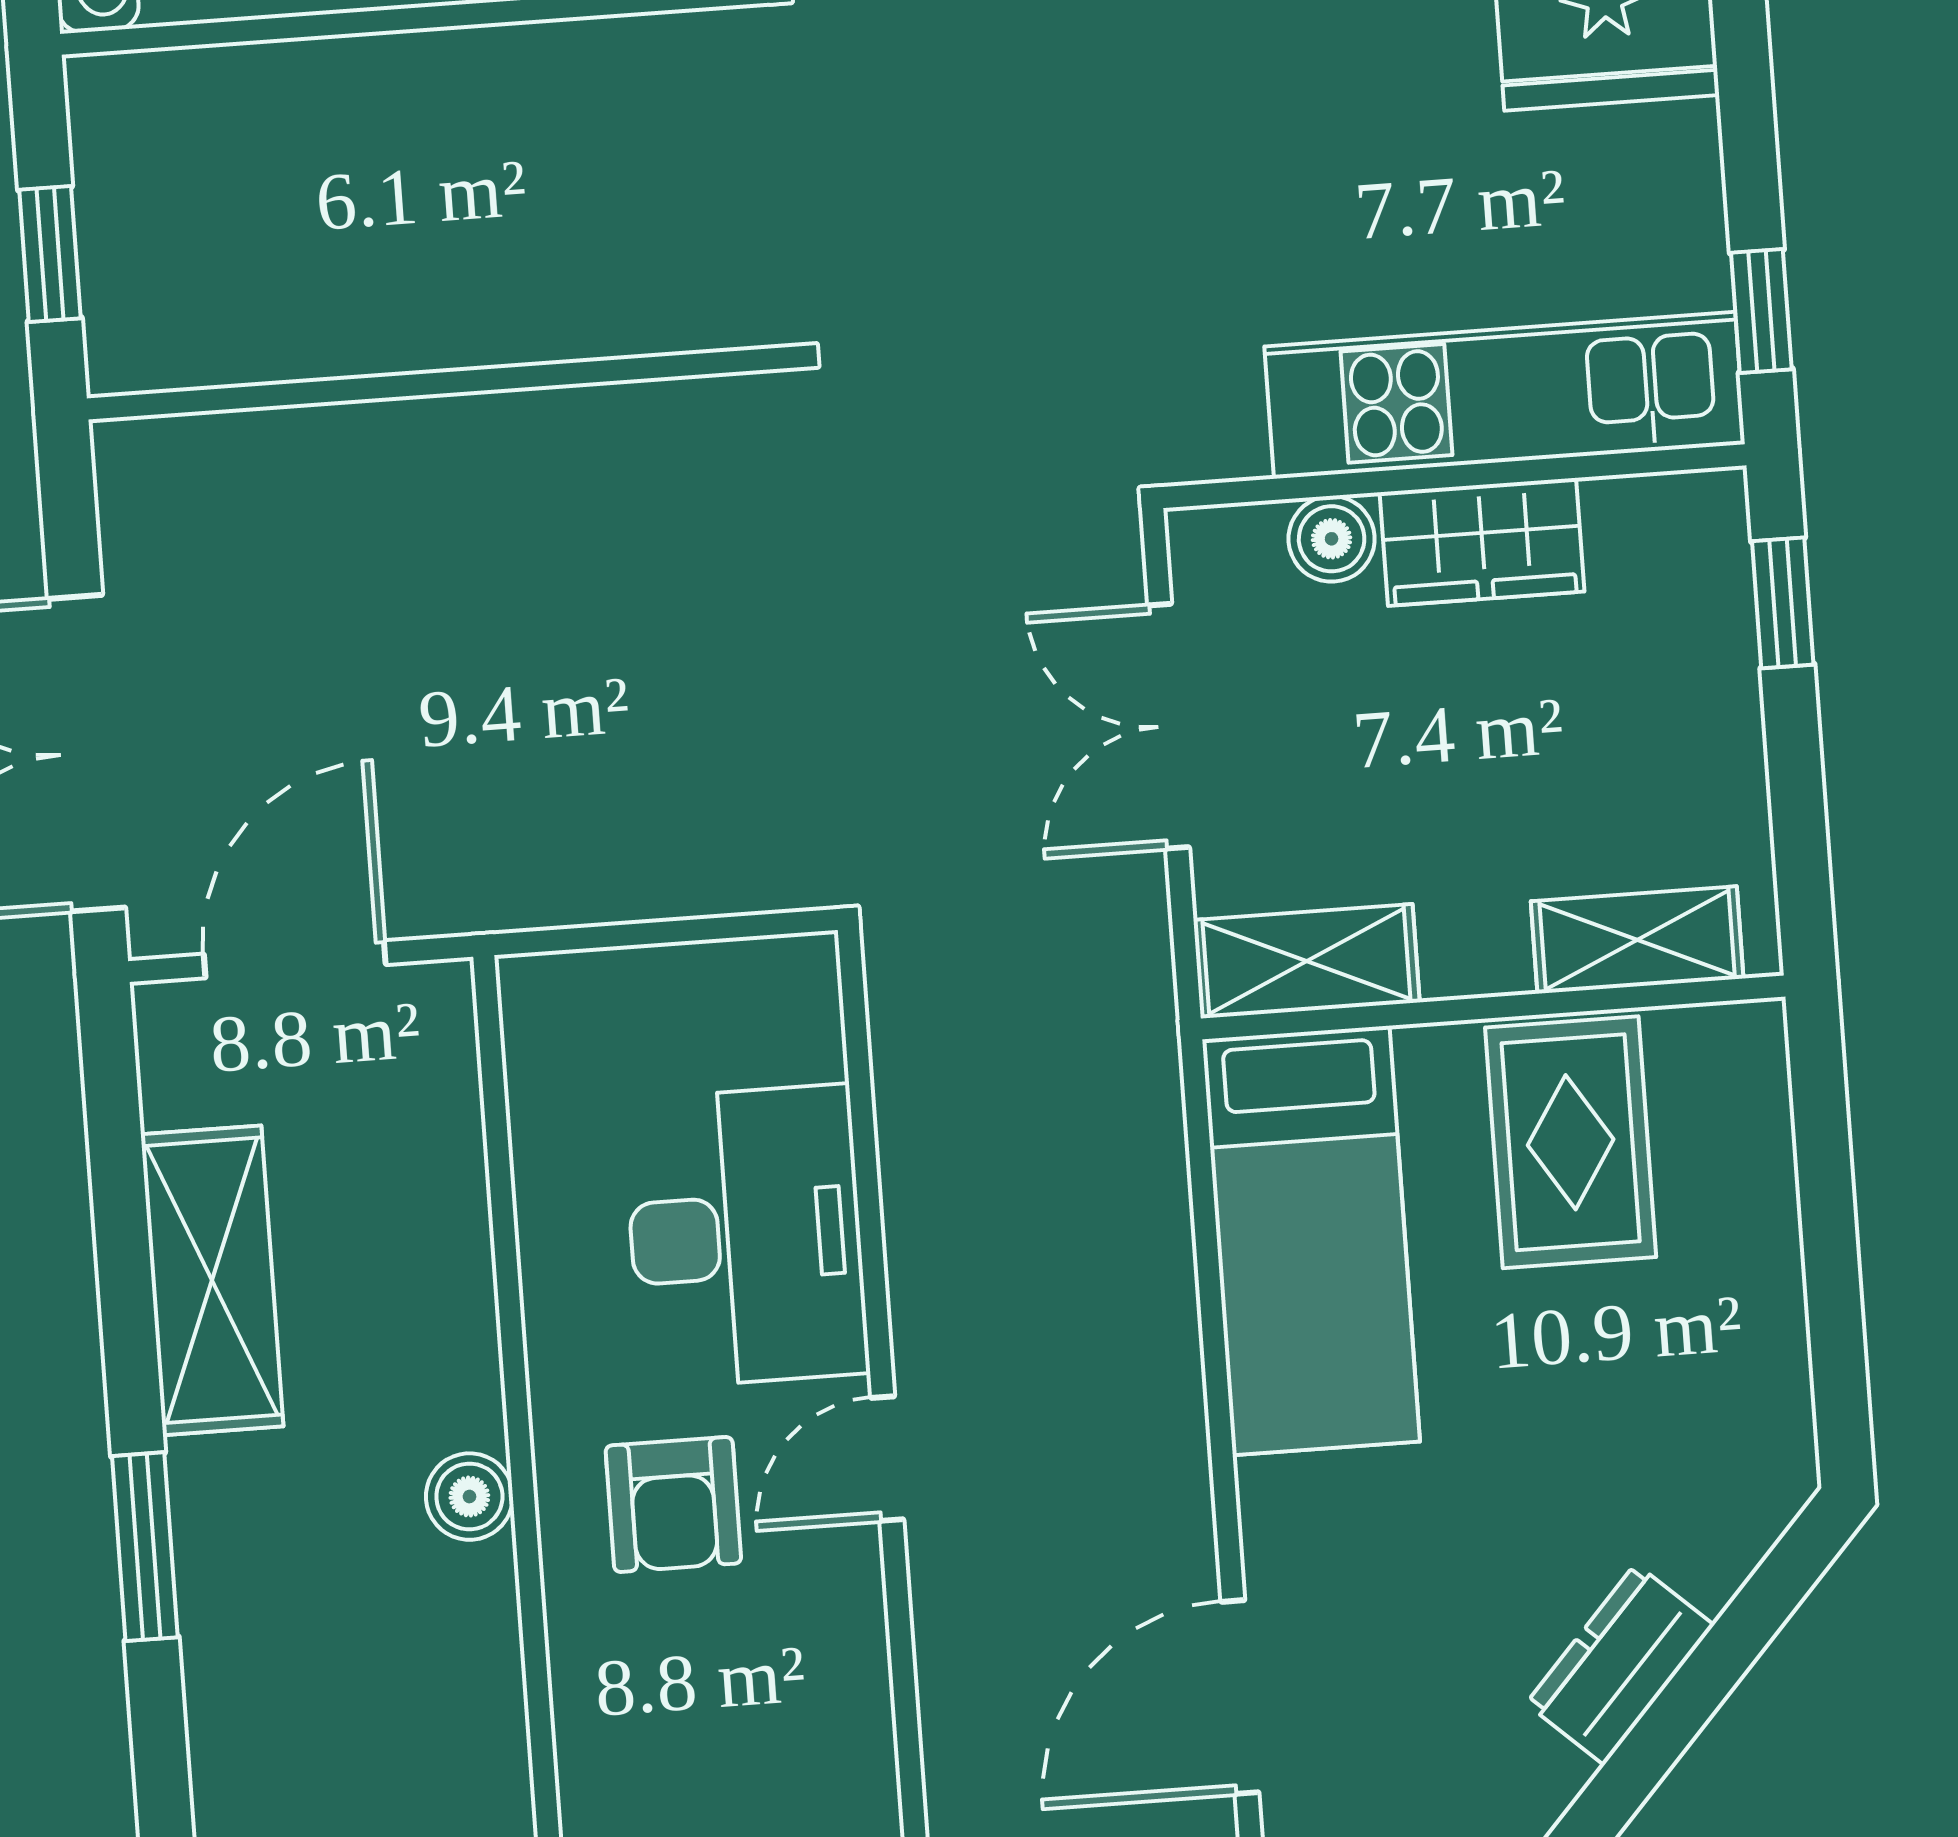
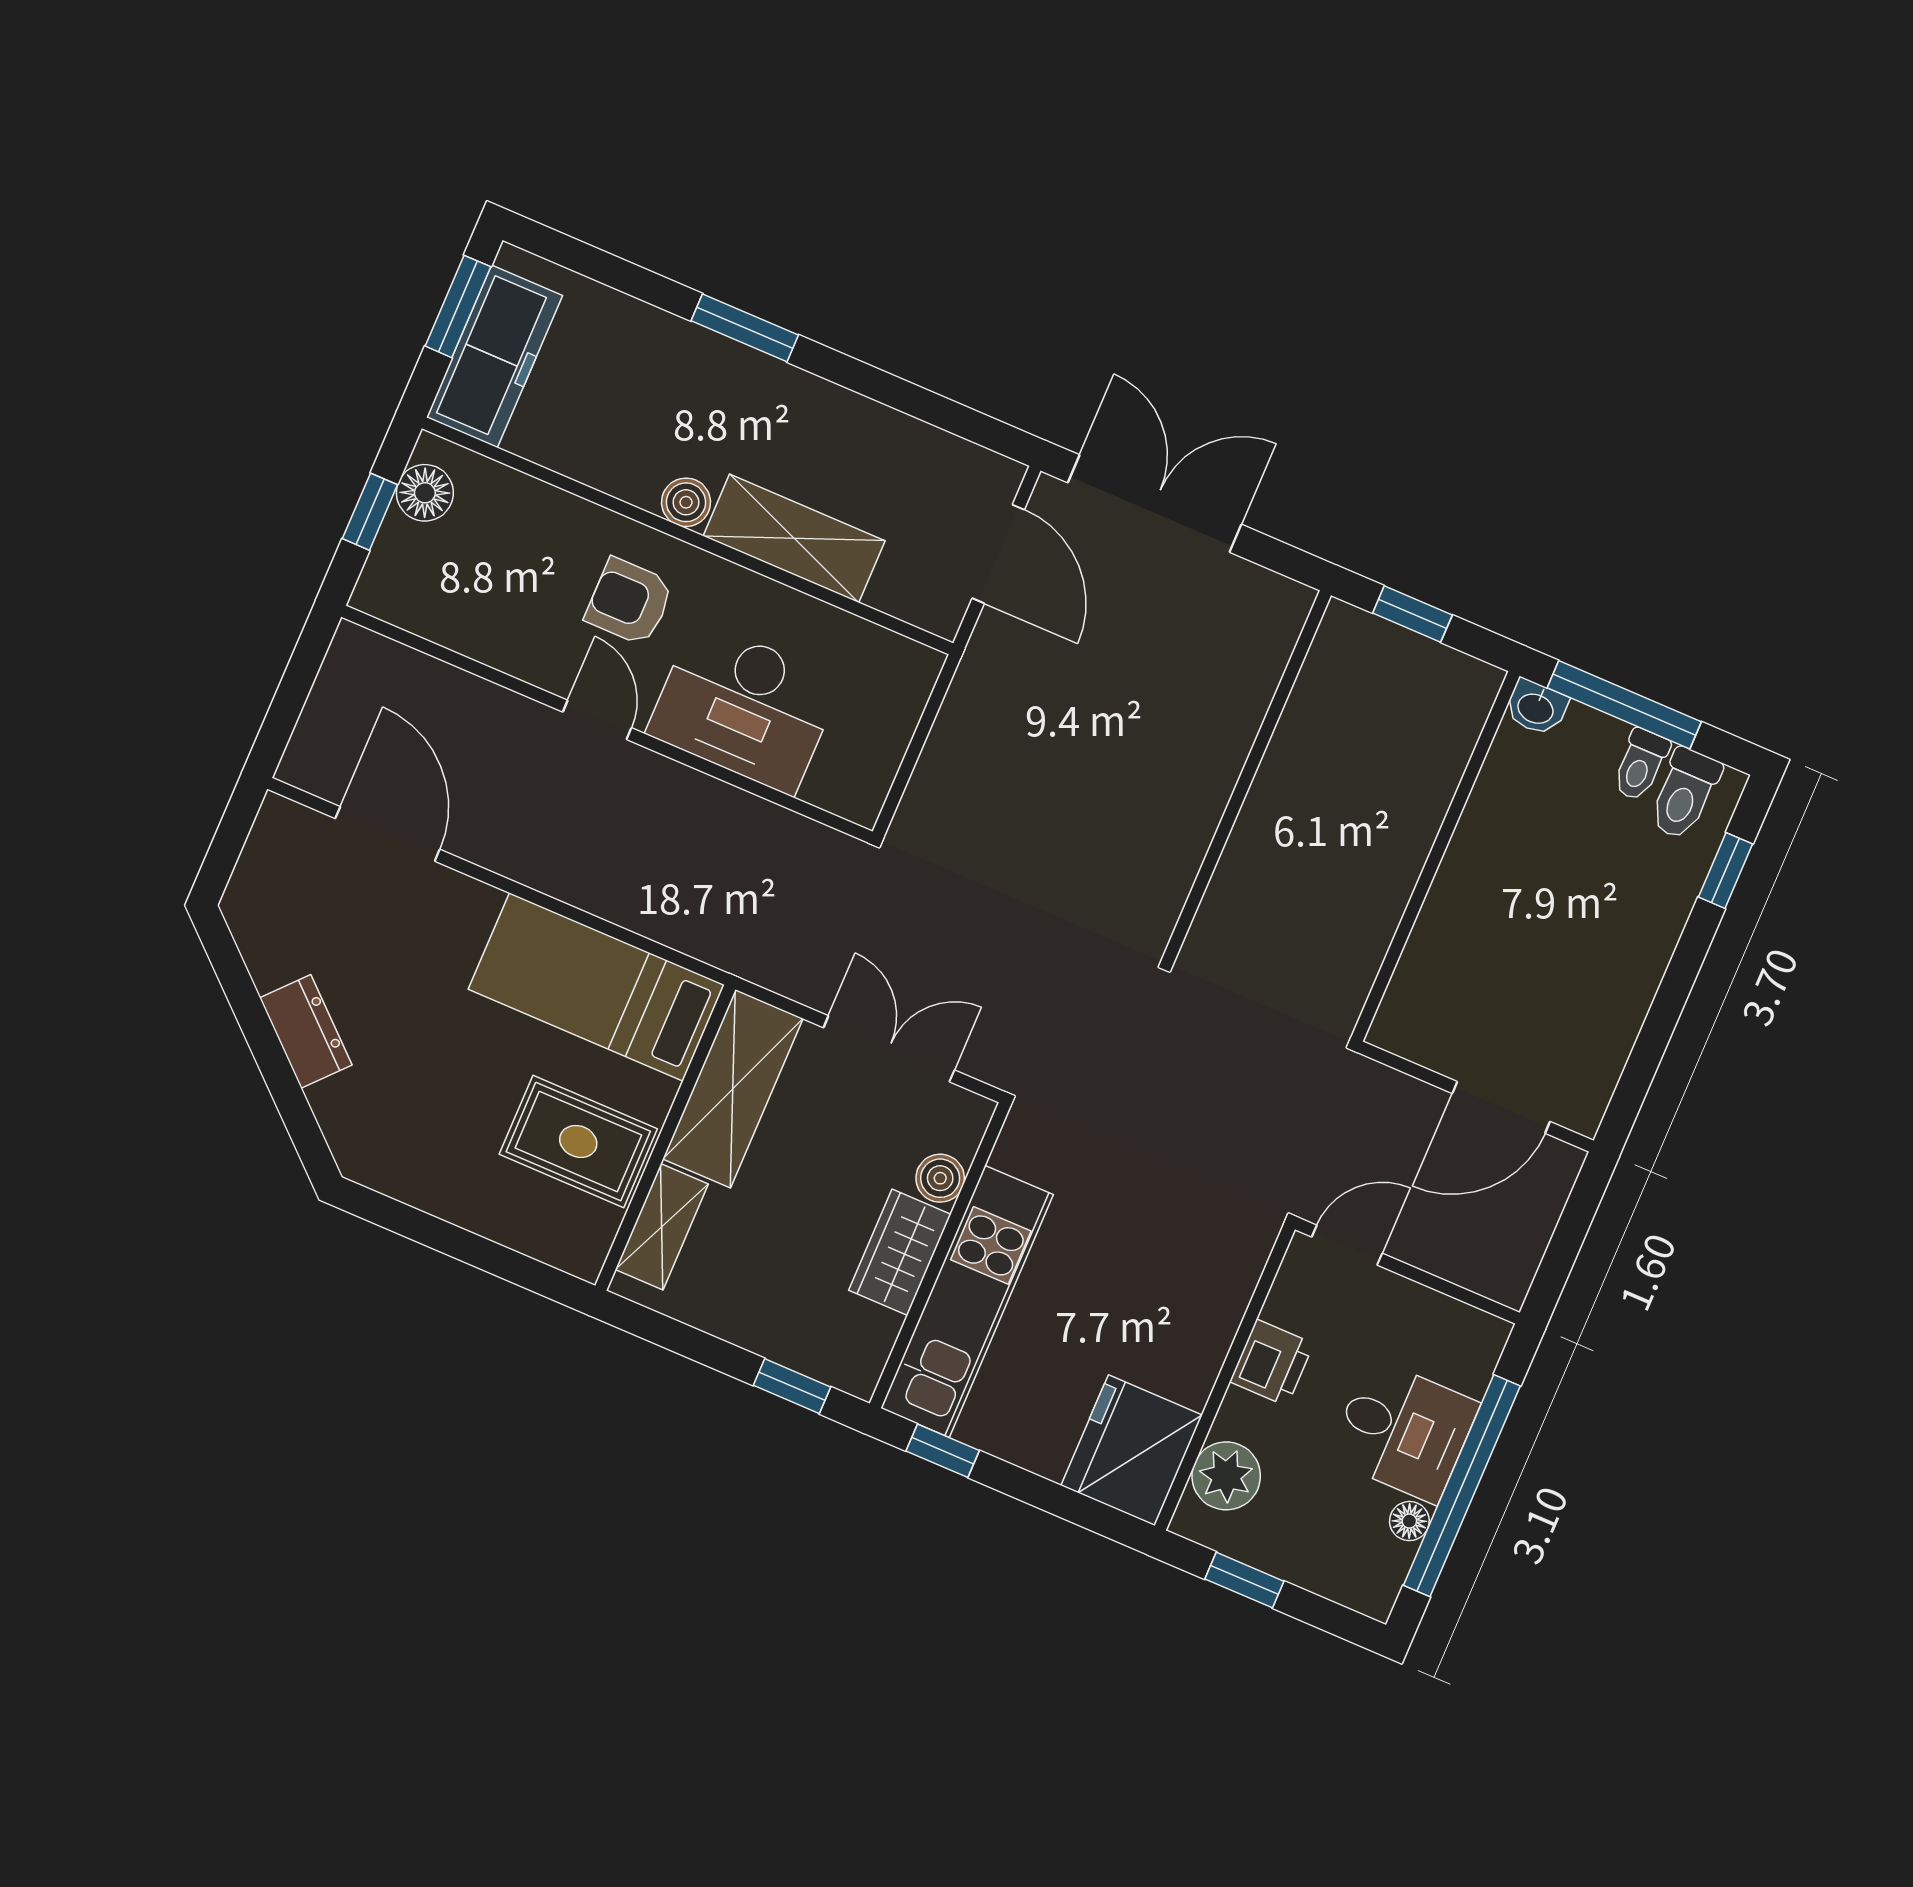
shelving: (1307, 961) -> (733, 1089), width x1.50, depth x1.33
shelving: (212, 1280) -> (794, 538), moved

